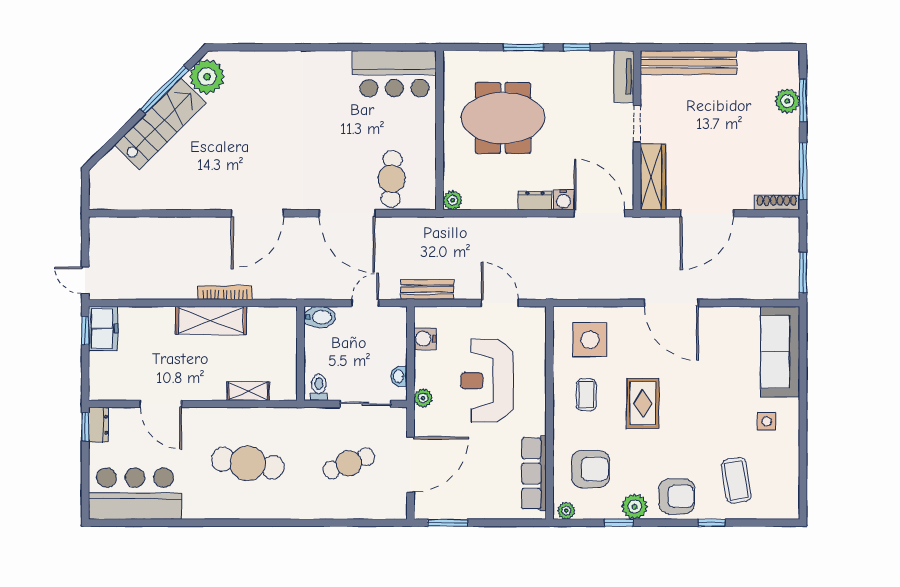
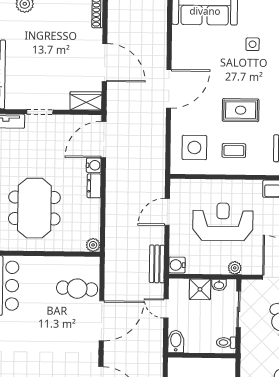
wardrobe: (653, 177) -> (86, 101), width x0.67
water cooler: (425, 339) -> (177, 265), moved, turned 90
shower: (392, 350) -> (200, 289), added
reception desk: (487, 381) -> (223, 222), turned 180
side table: (767, 421) -> (253, 44), moved

